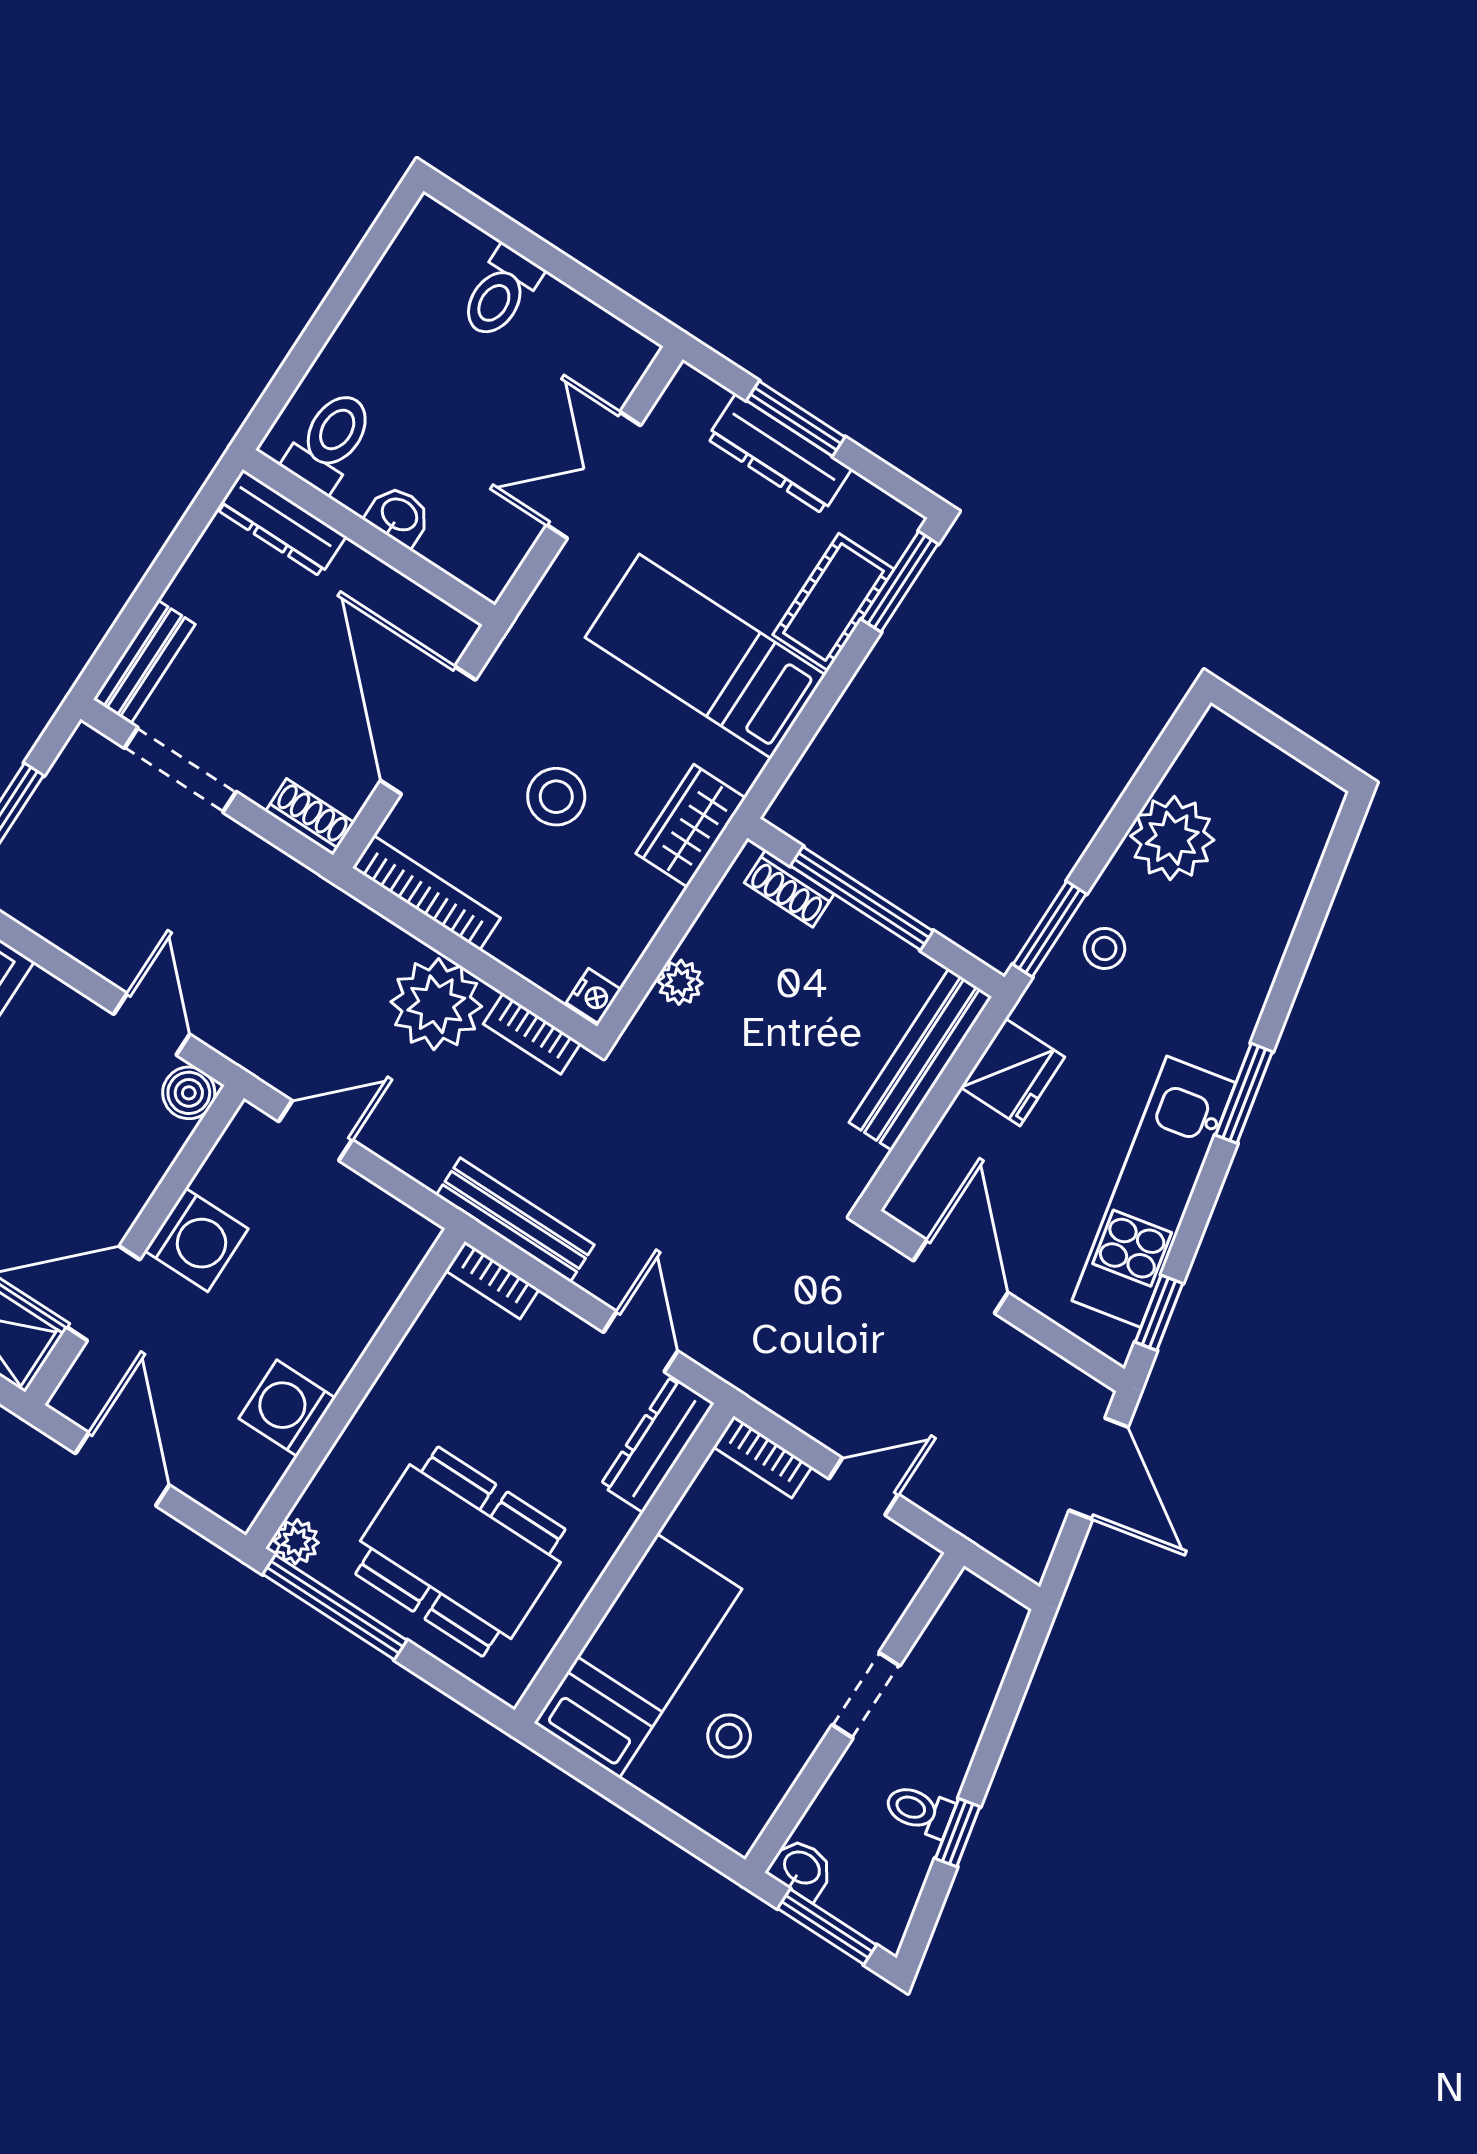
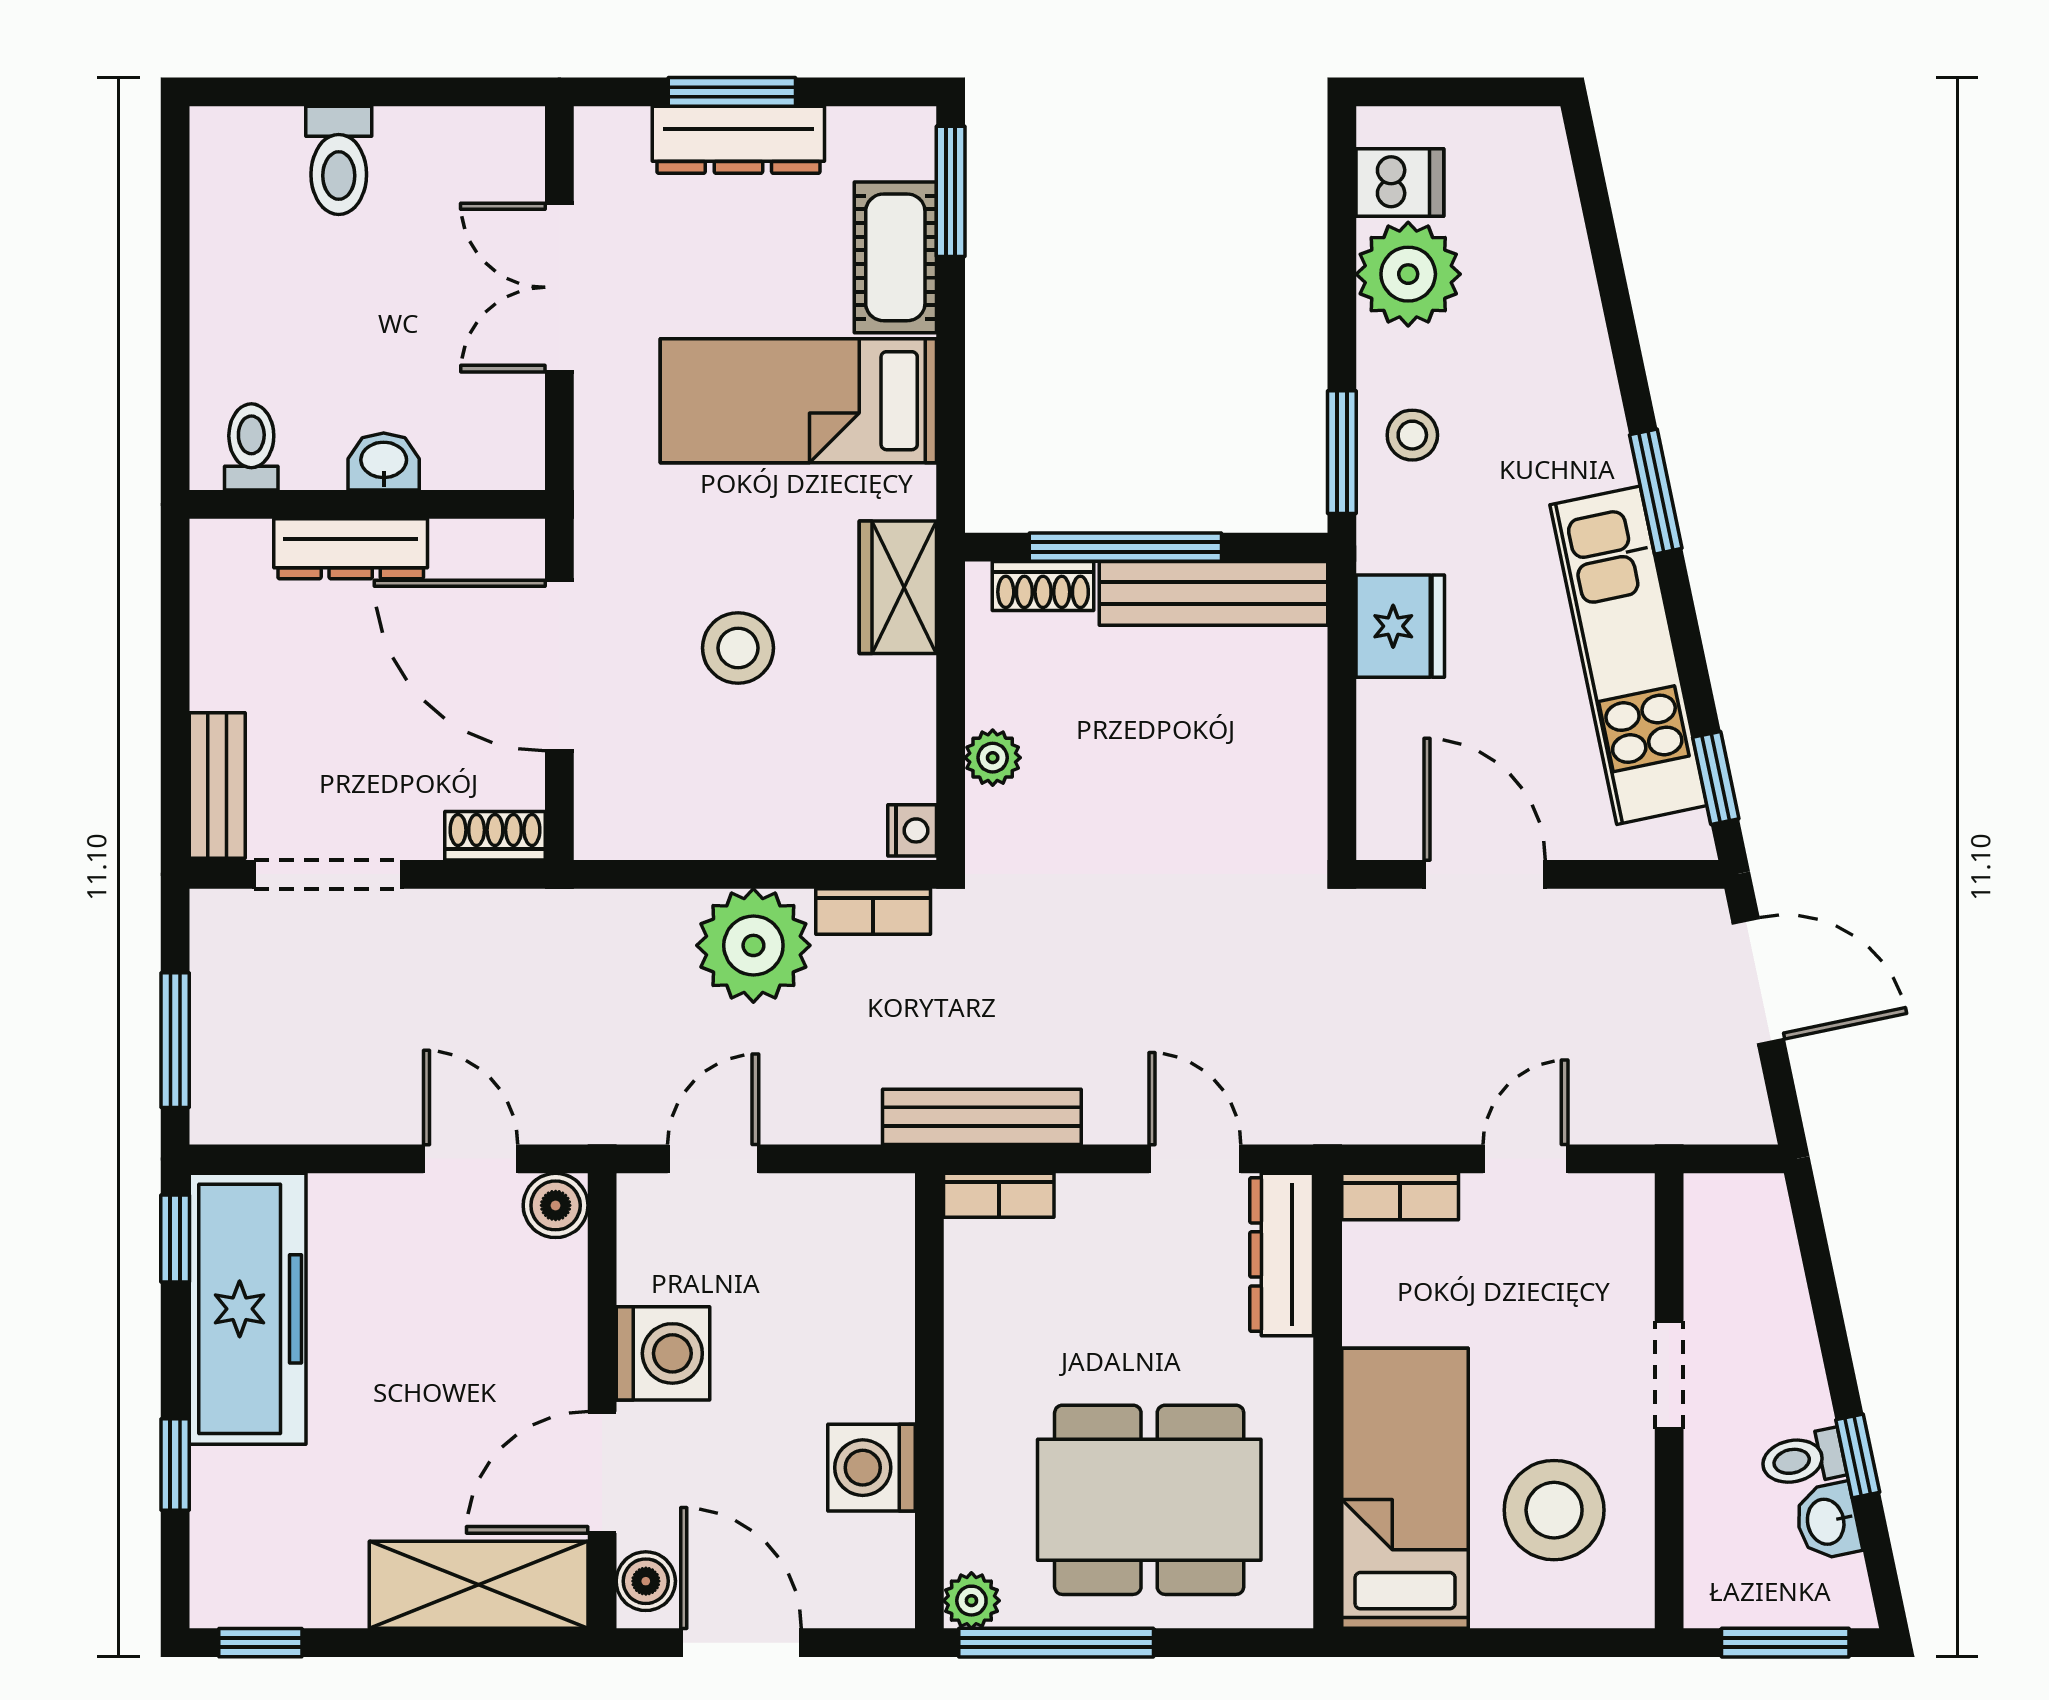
toilet: (330, 441) -> (251, 447), width x0.73, depth x0.72
dresser: (281, 523) -> (351, 549), moved
dishwasher: (1207, 773) -> (1400, 182), added
bookcase: (426, 893) -> (668, 836), removed
bench: (920, 1060) -> (1214, 593), moved, turned 90
boiler: (85, 1386) -> (646, 1581), added
stool: (729, 1736) -> (1554, 1510), width x1.89, depth x1.89
washbasin: (801, 1869) -> (1827, 1521), moved, turned -102

